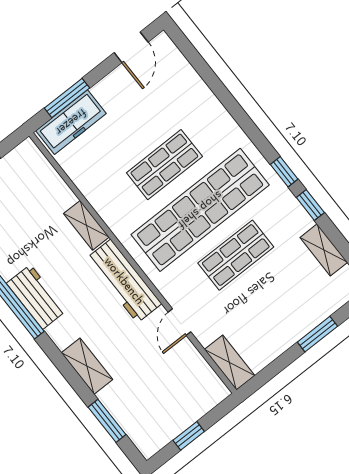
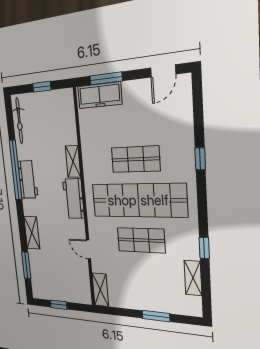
window: (284, 172) -> (200, 159), moved
workbench: (124, 281) -> (73, 199), width x0.73
door: (179, 322) -> (89, 249), hinge flipped

